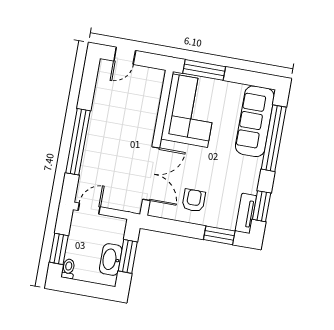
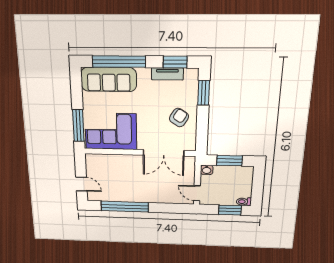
window: (78, 142) -> (125, 207), moved
double door: (151, 174) -> (164, 153), swing flipped
armchair: (194, 200) -> (179, 117), turned 123
tv unit: (246, 213) -> (167, 74), moved
washbasin: (111, 259) -> (207, 170), moved, width x0.52, depth x0.69

